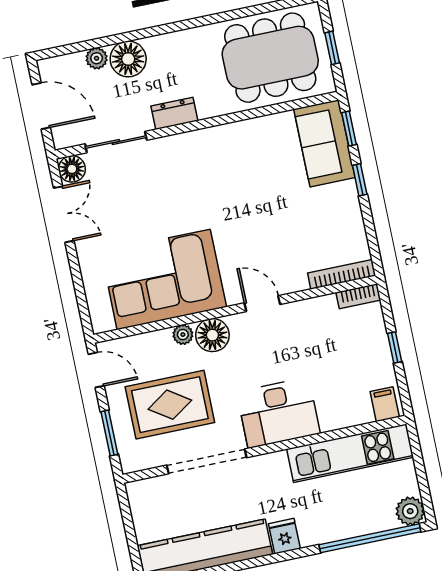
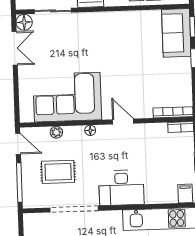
plant: (183, 335) -> (56, 132), moved
floor lamp: (212, 335) -> (90, 130), width x0.53, depth x0.53
rug: (170, 405) -> (58, 172), width x0.73, depth x0.70
window: (109, 433) -> (19, 182), width x1.44

